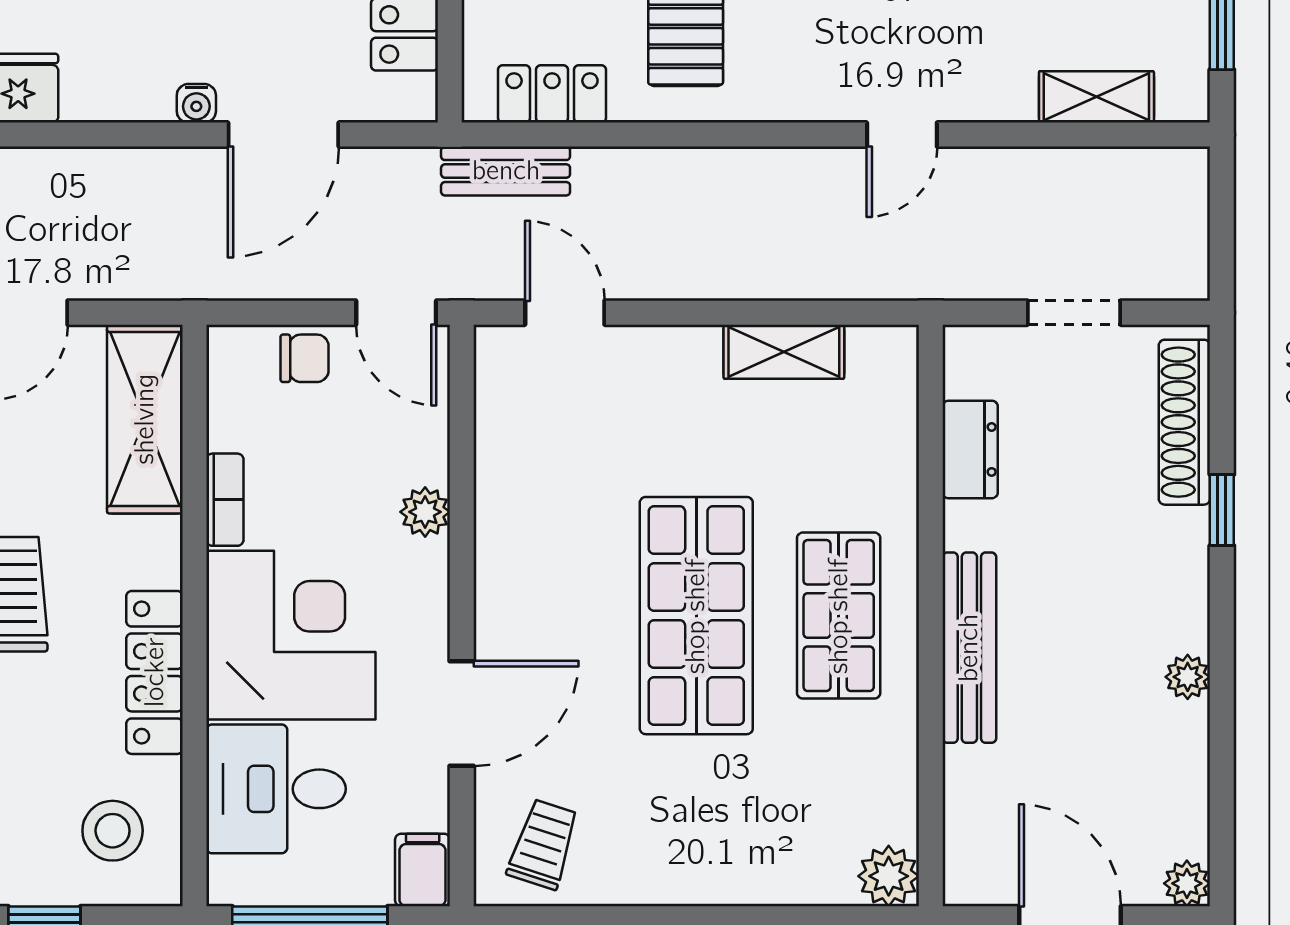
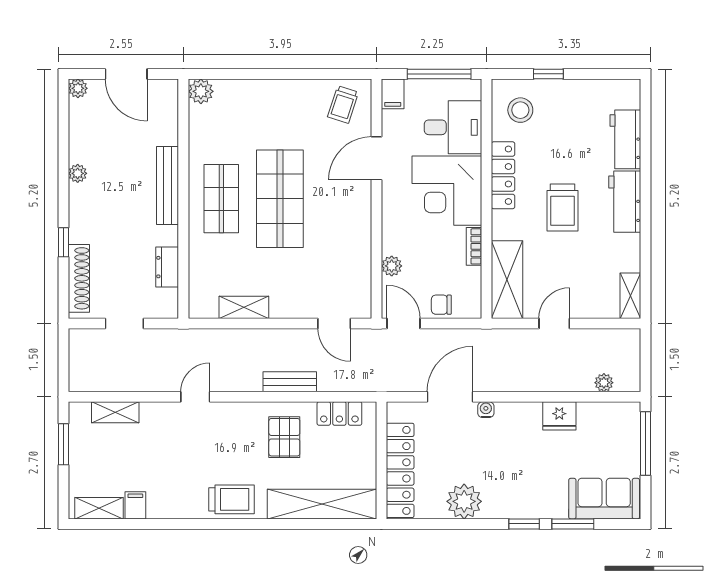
bench: (506, 171) -> (290, 382), moved
plant: (425, 512) -> (392, 266), moved

